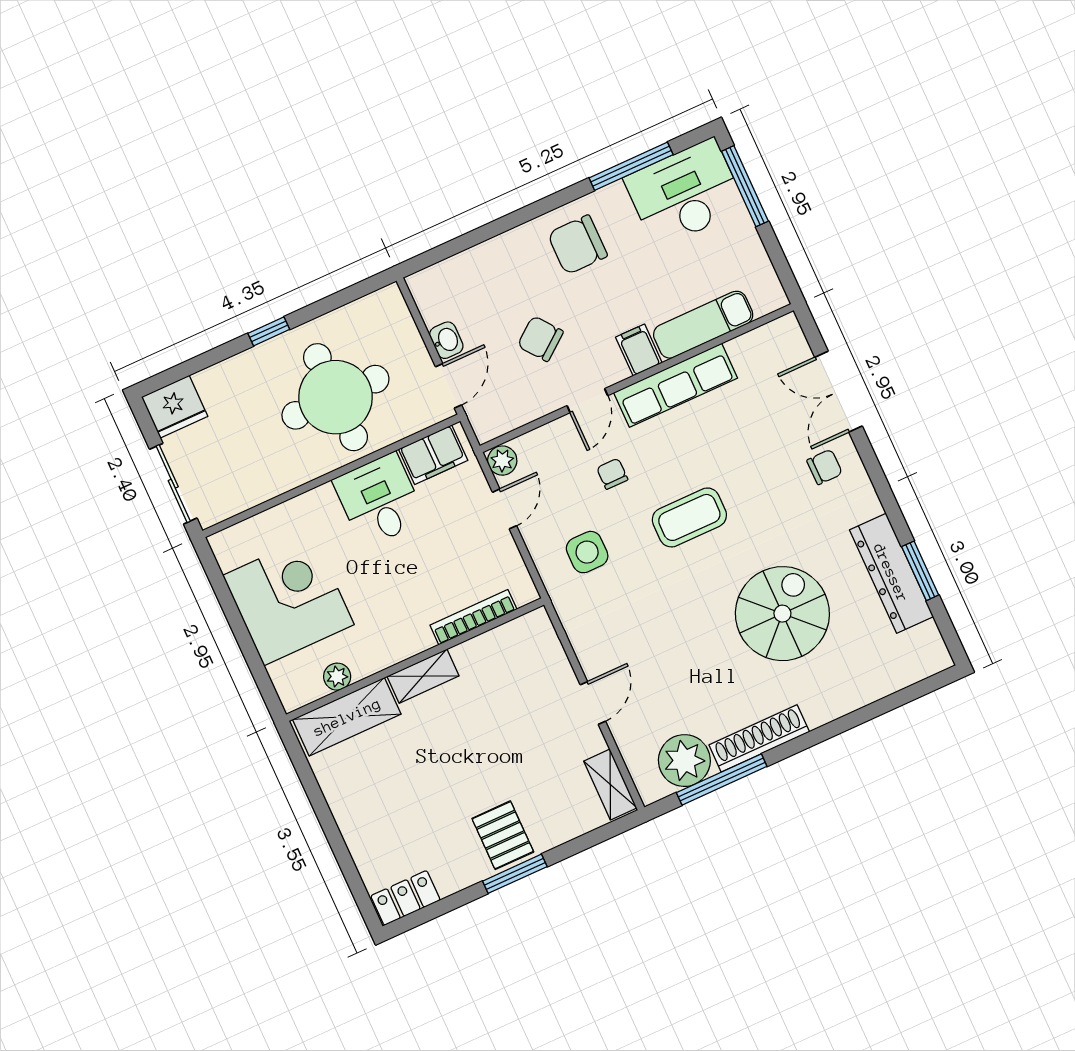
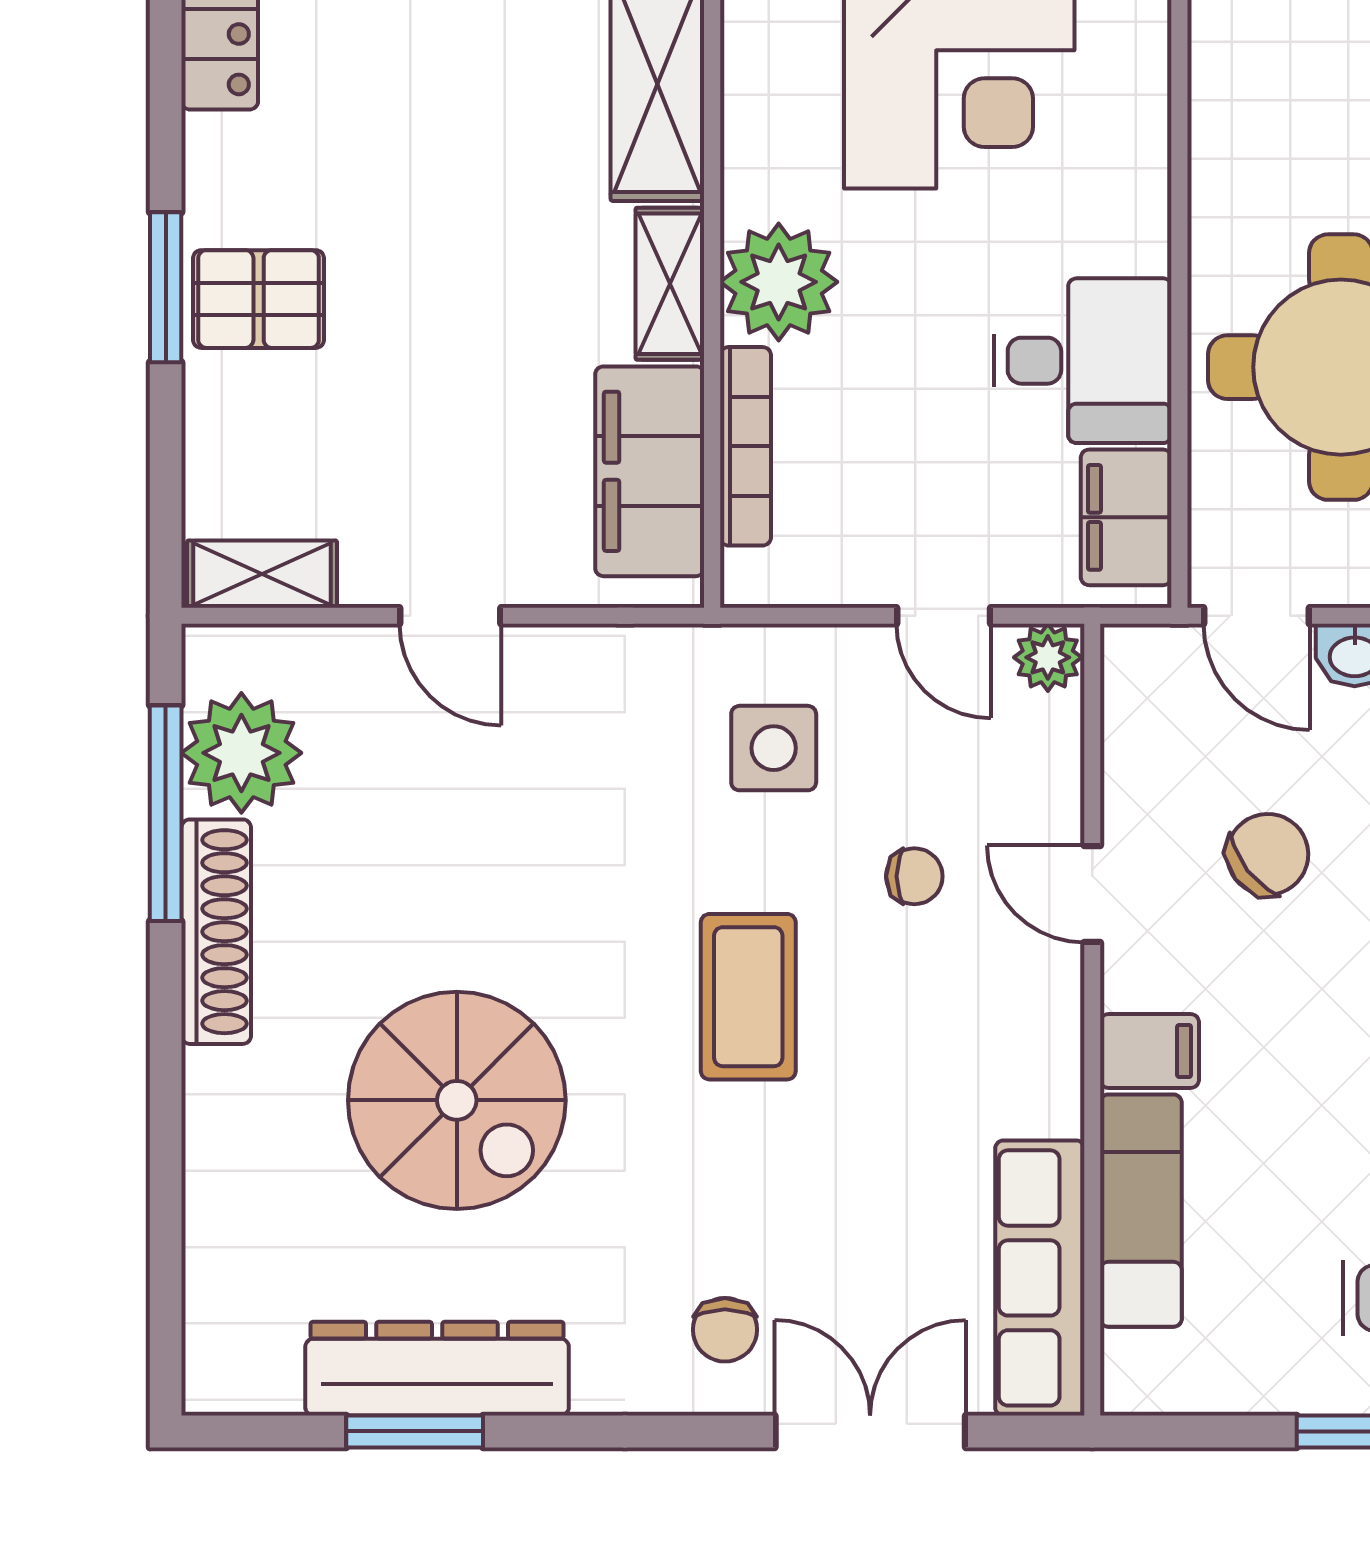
row of seats: (676, 385) -> (1040, 1278), moved
filing cabinet: (500, 650) -> (650, 471), added
plant: (337, 677) -> (779, 282), moved, width x1.87, depth x1.87

